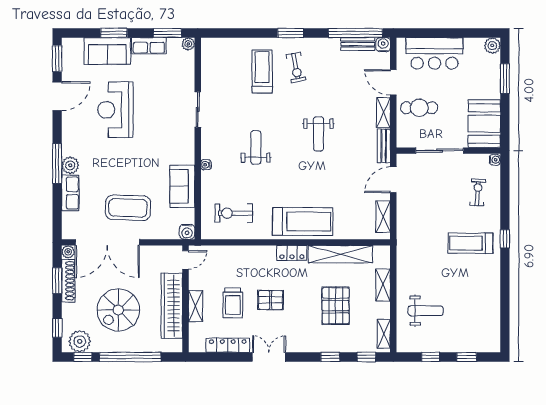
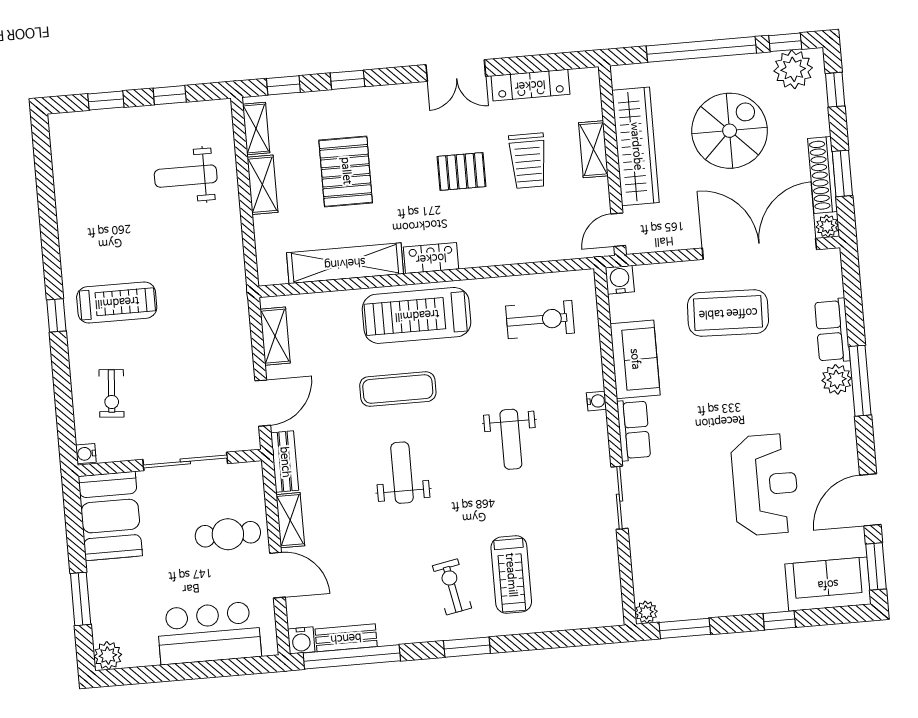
window: (114, 33) -> (779, 620), width x0.67
row of seats: (149, 46) -> (634, 430), moved, turned 90
sofa: (107, 51) -> (828, 584), moved
exercise mat: (317, 181) -> (398, 389), added
shelving: (383, 285) -> (262, 185), moved
trolley: (233, 303) -> (528, 161), turned 180

